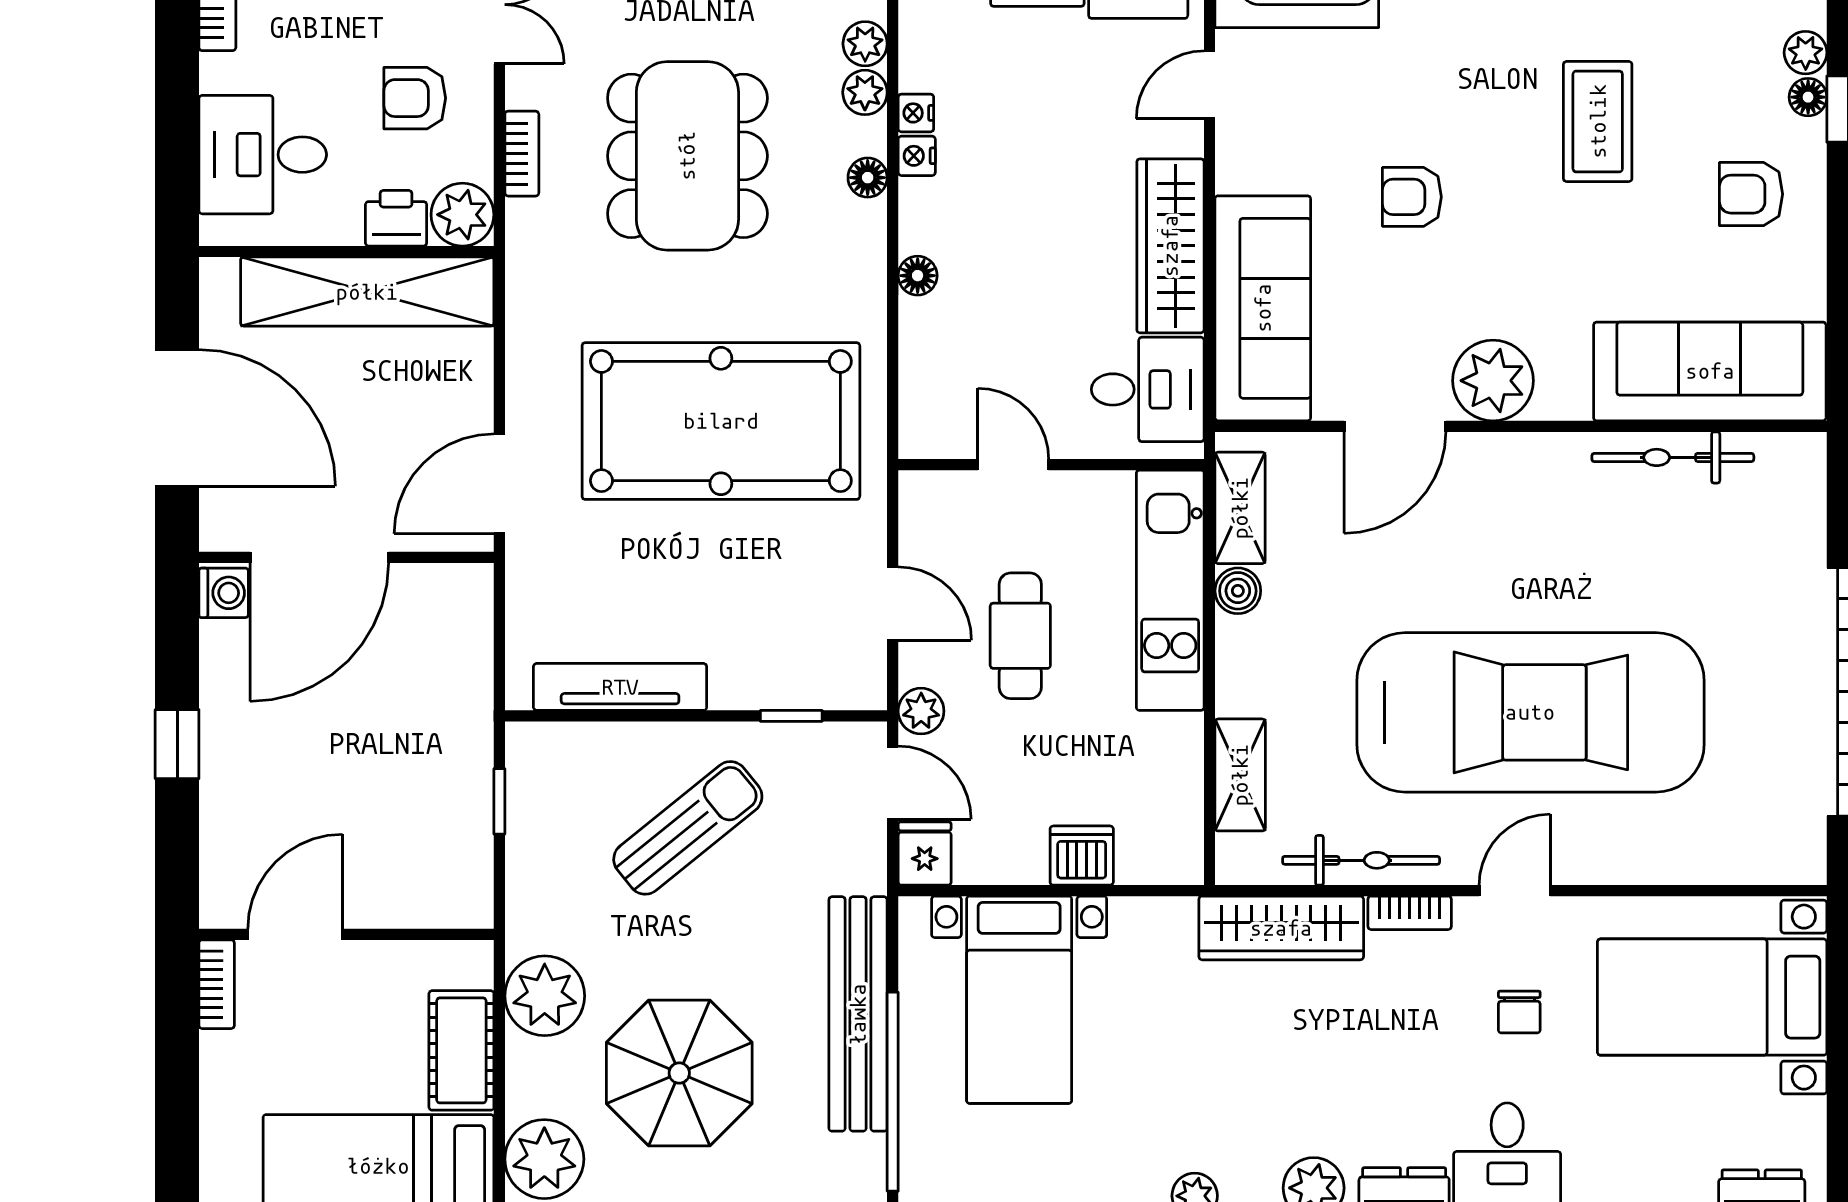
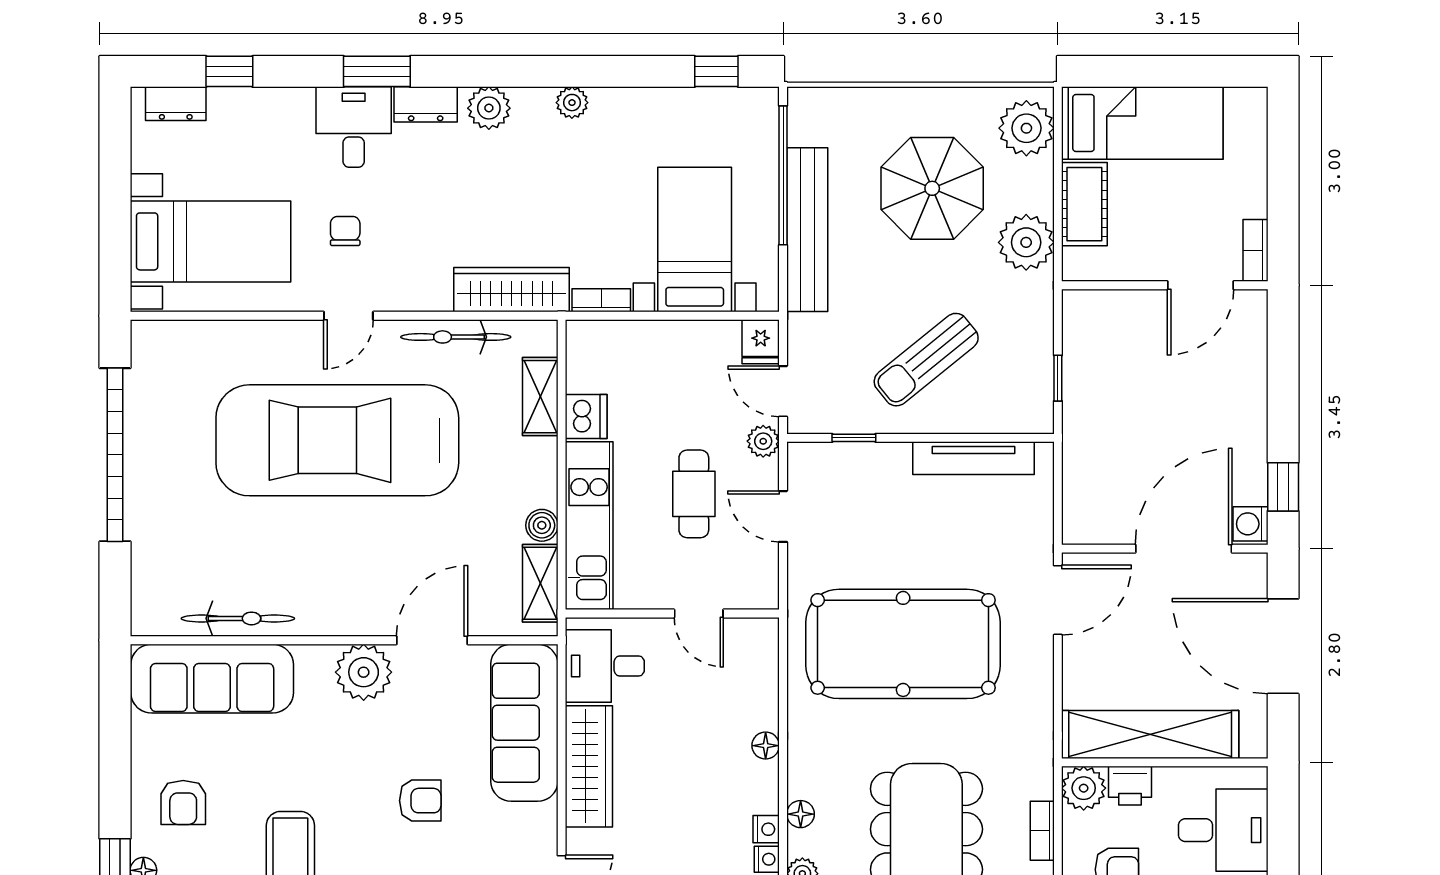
armchair: (1751, 194) -> (183, 803), turned 90
window: (177, 744) -> (1283, 487), moved
dishwasher: (1082, 856) -> (586, 417), moved, turned -90
bookcase: (1410, 913) -> (601, 300), moved

